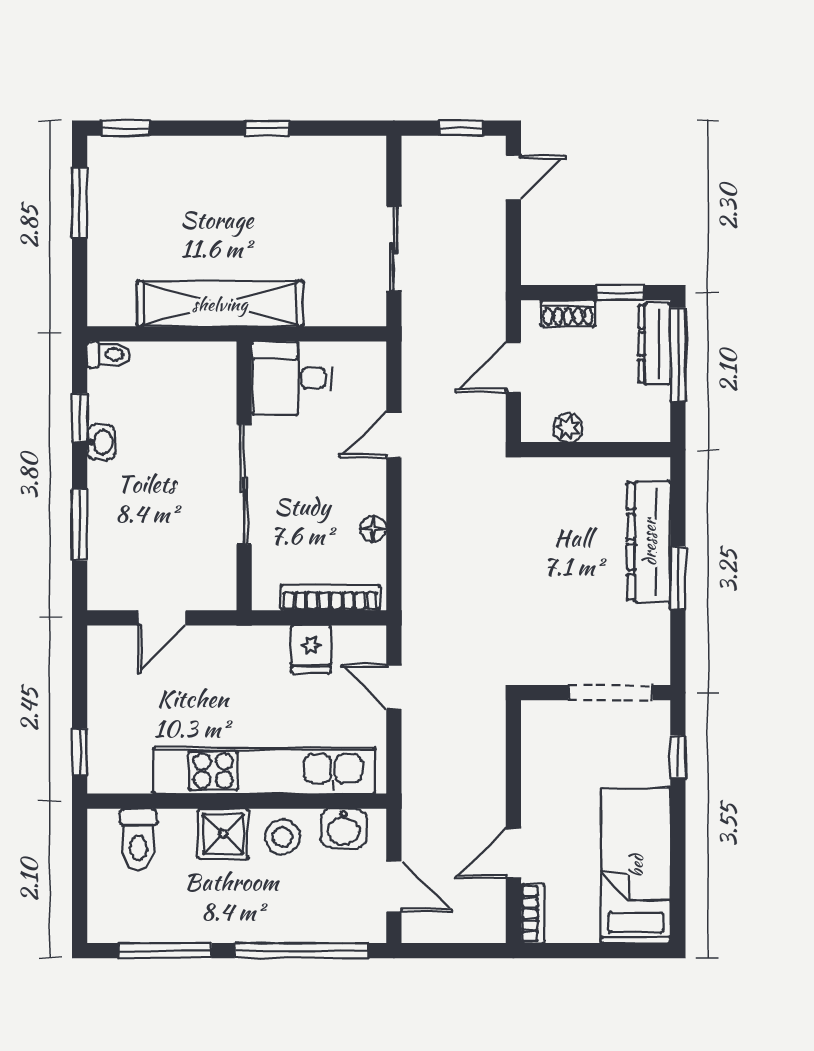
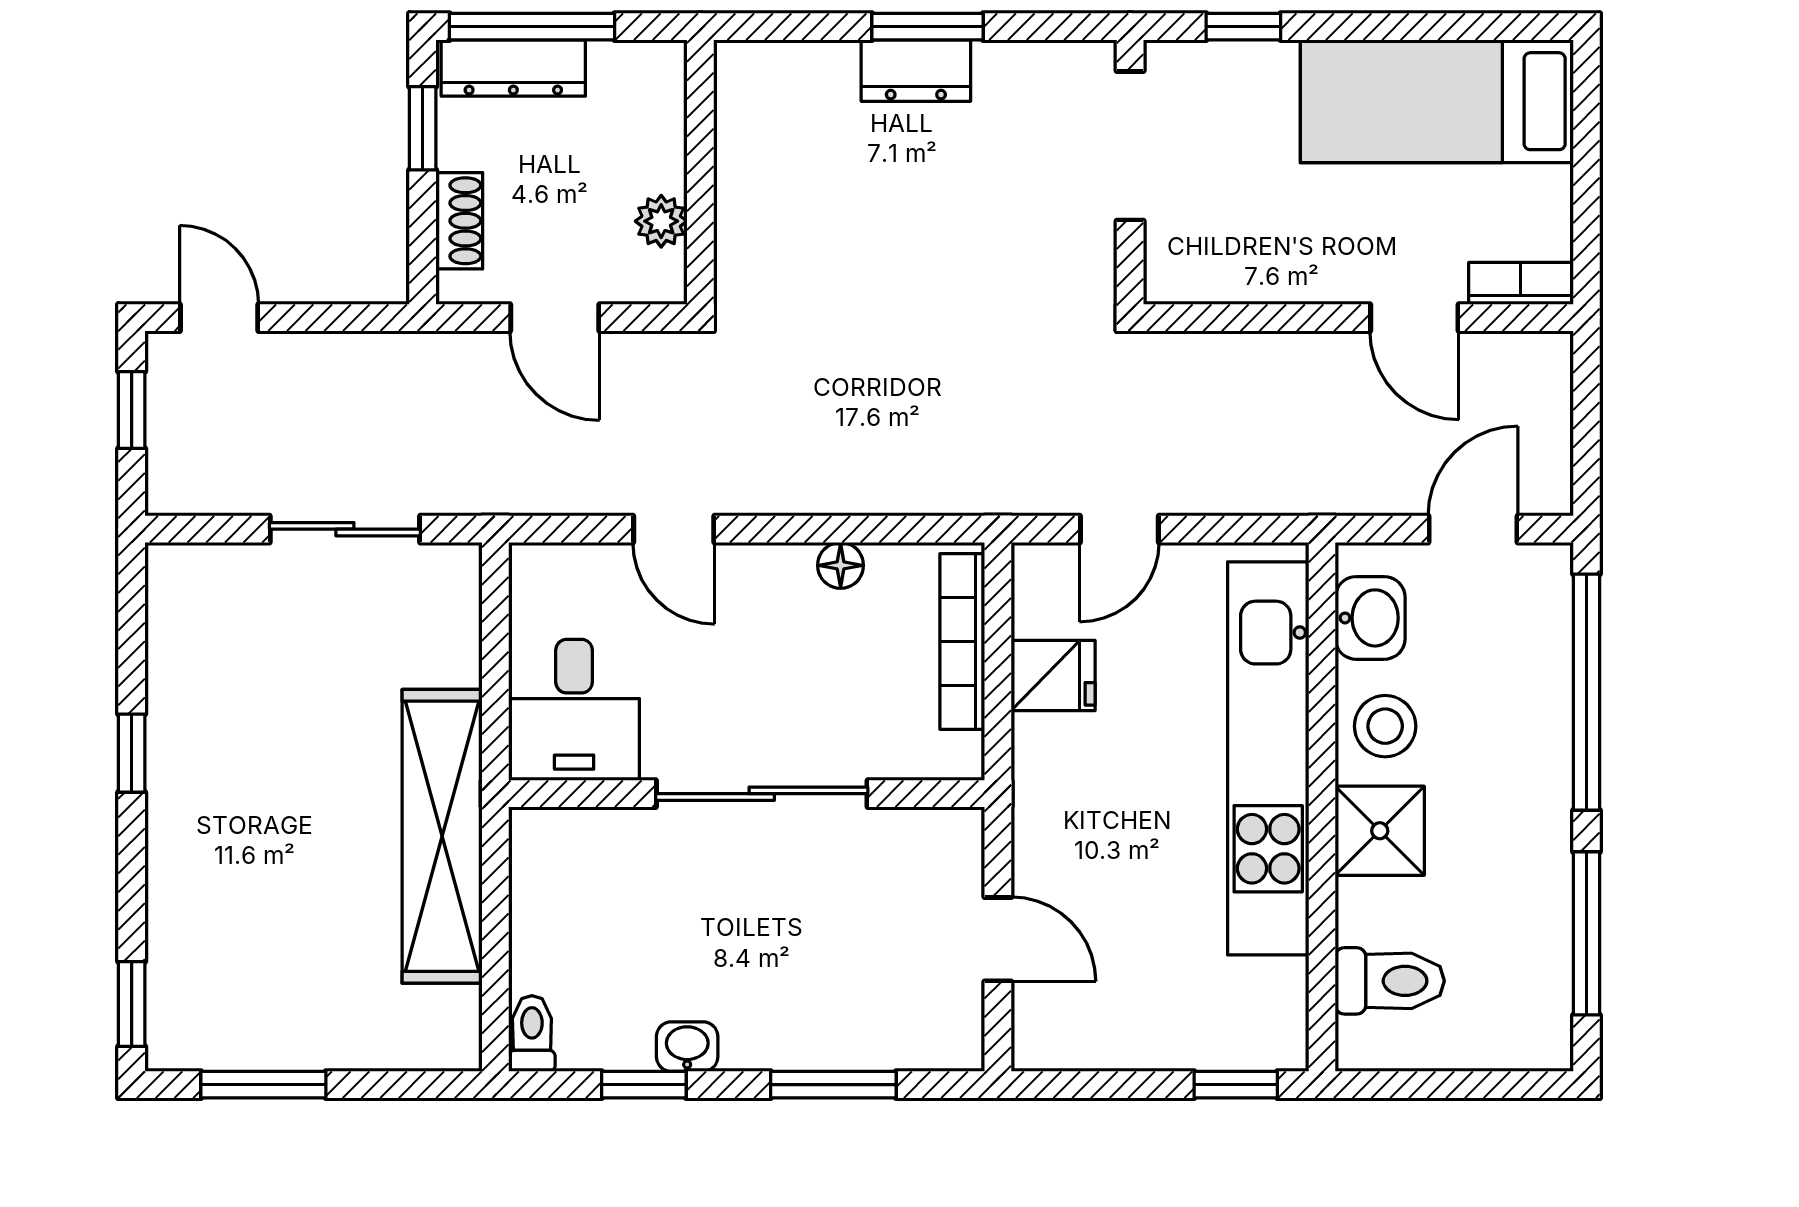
dresser: (649, 542) -> (916, 71), width x0.51, depth x0.80

